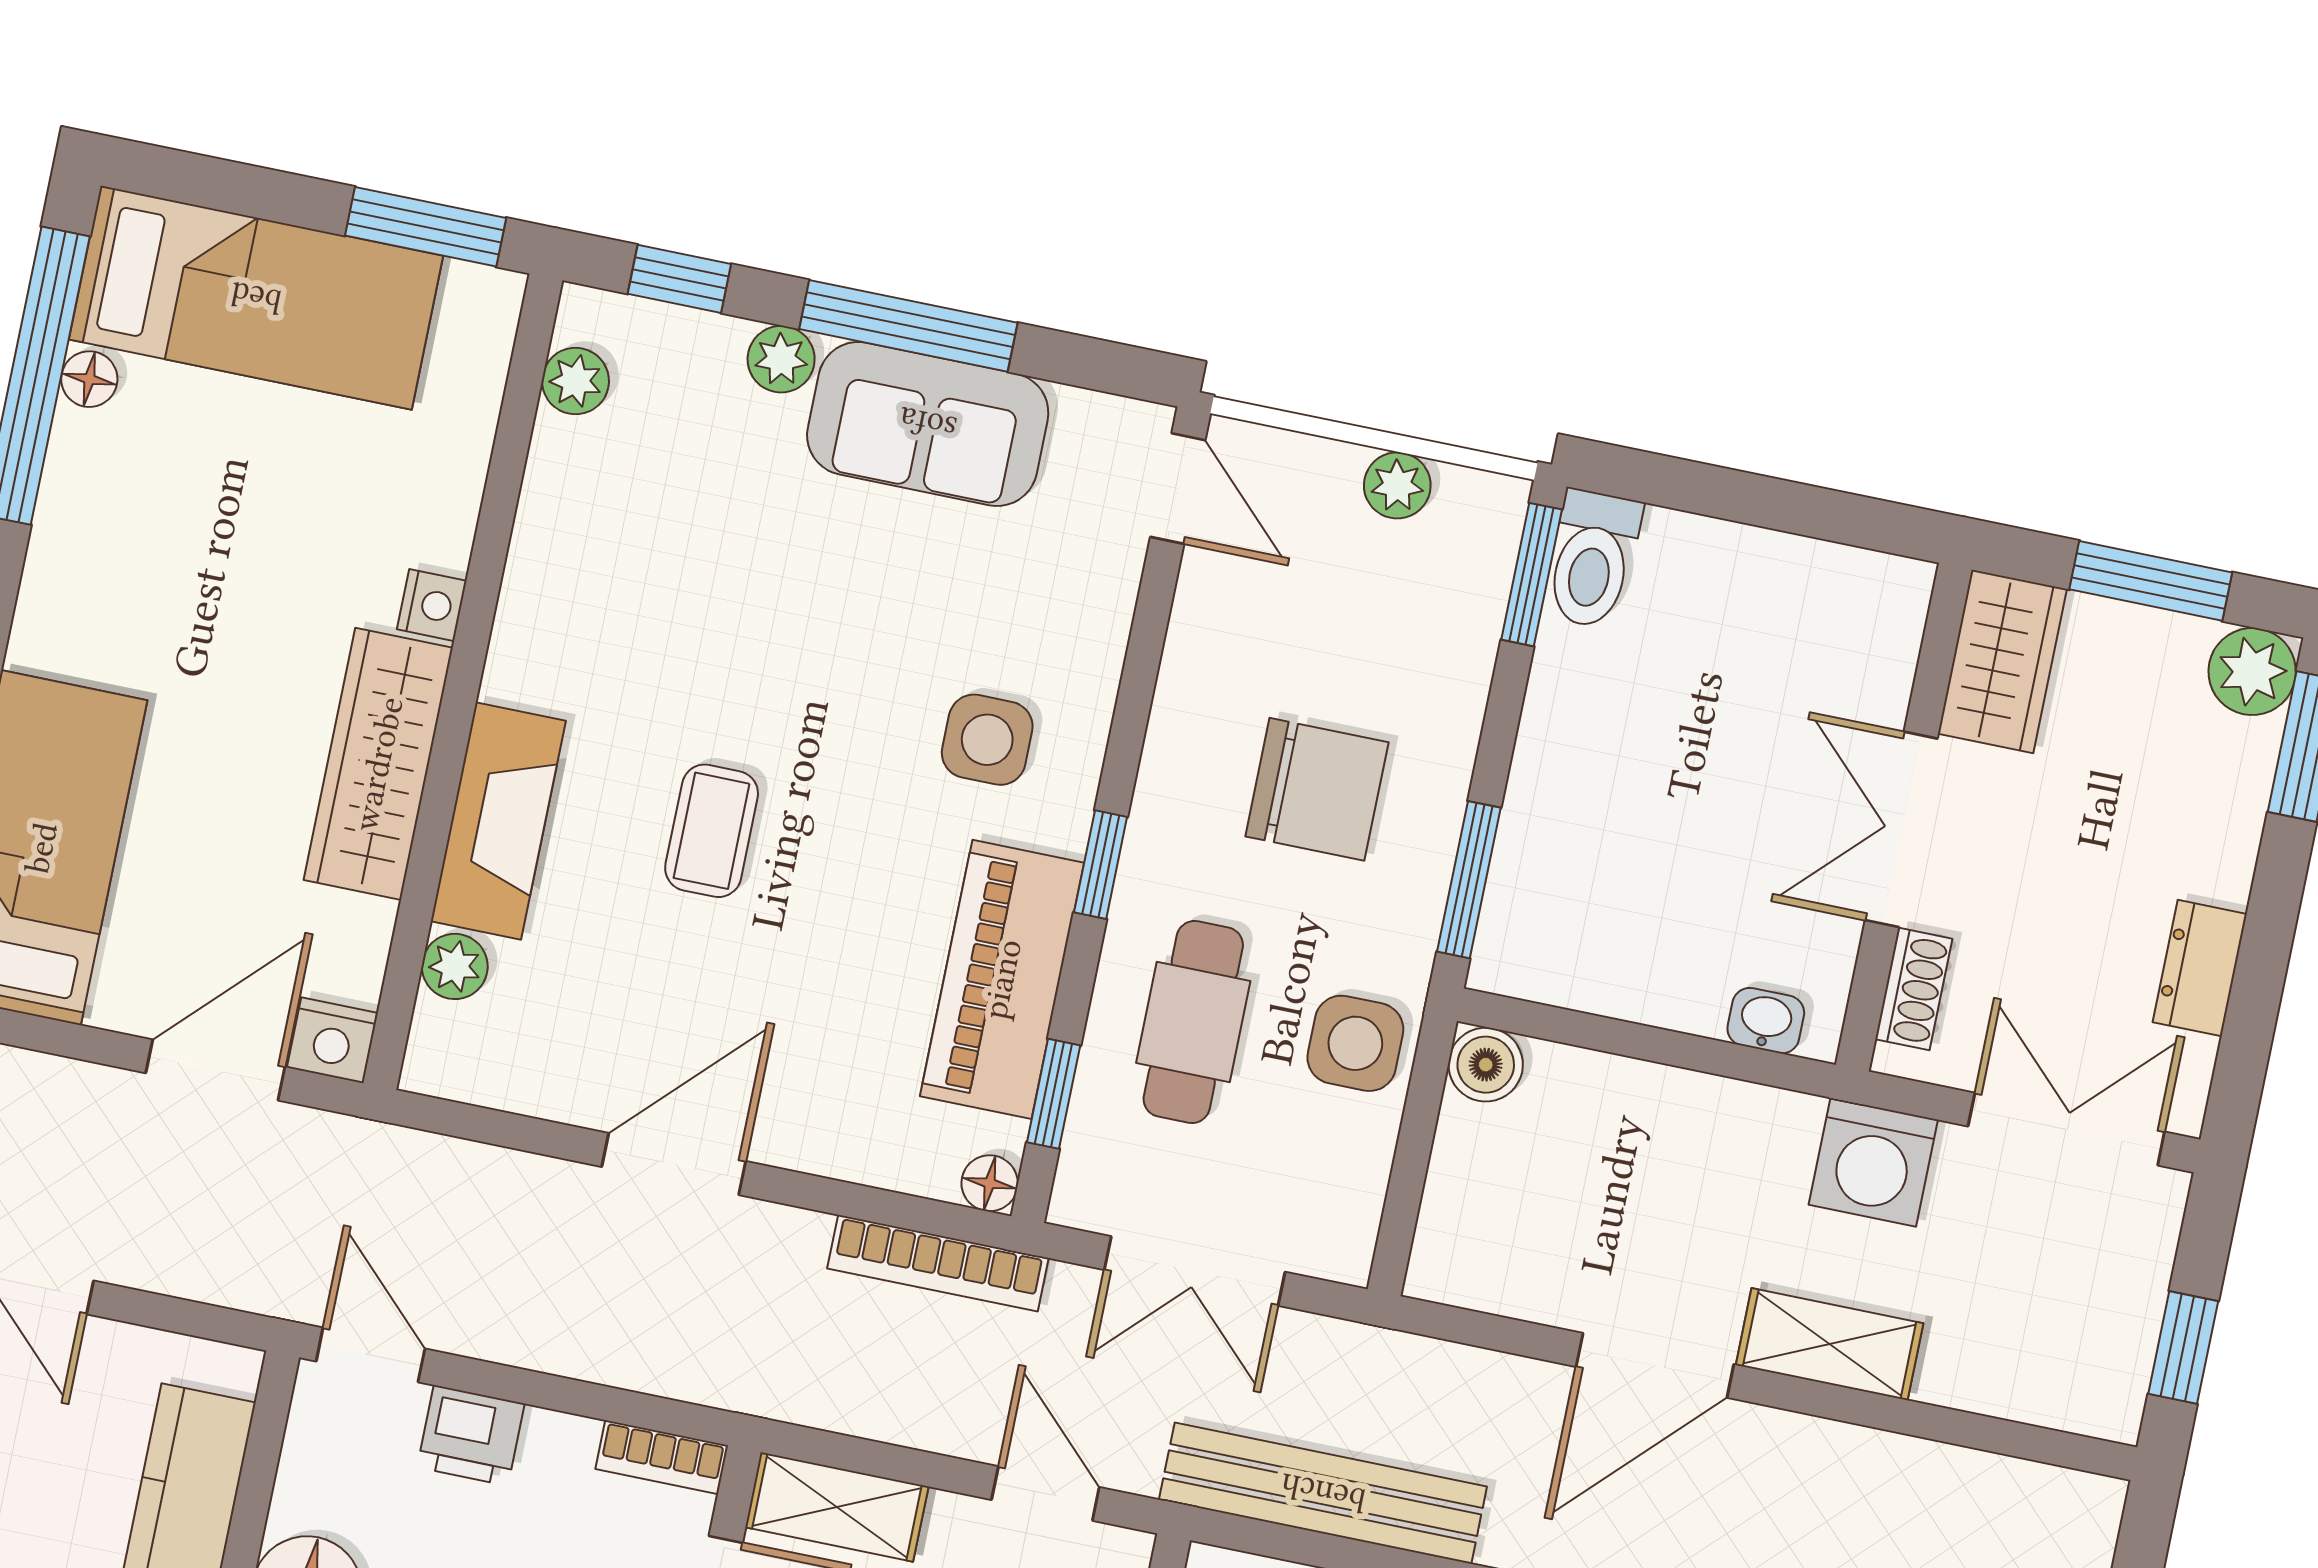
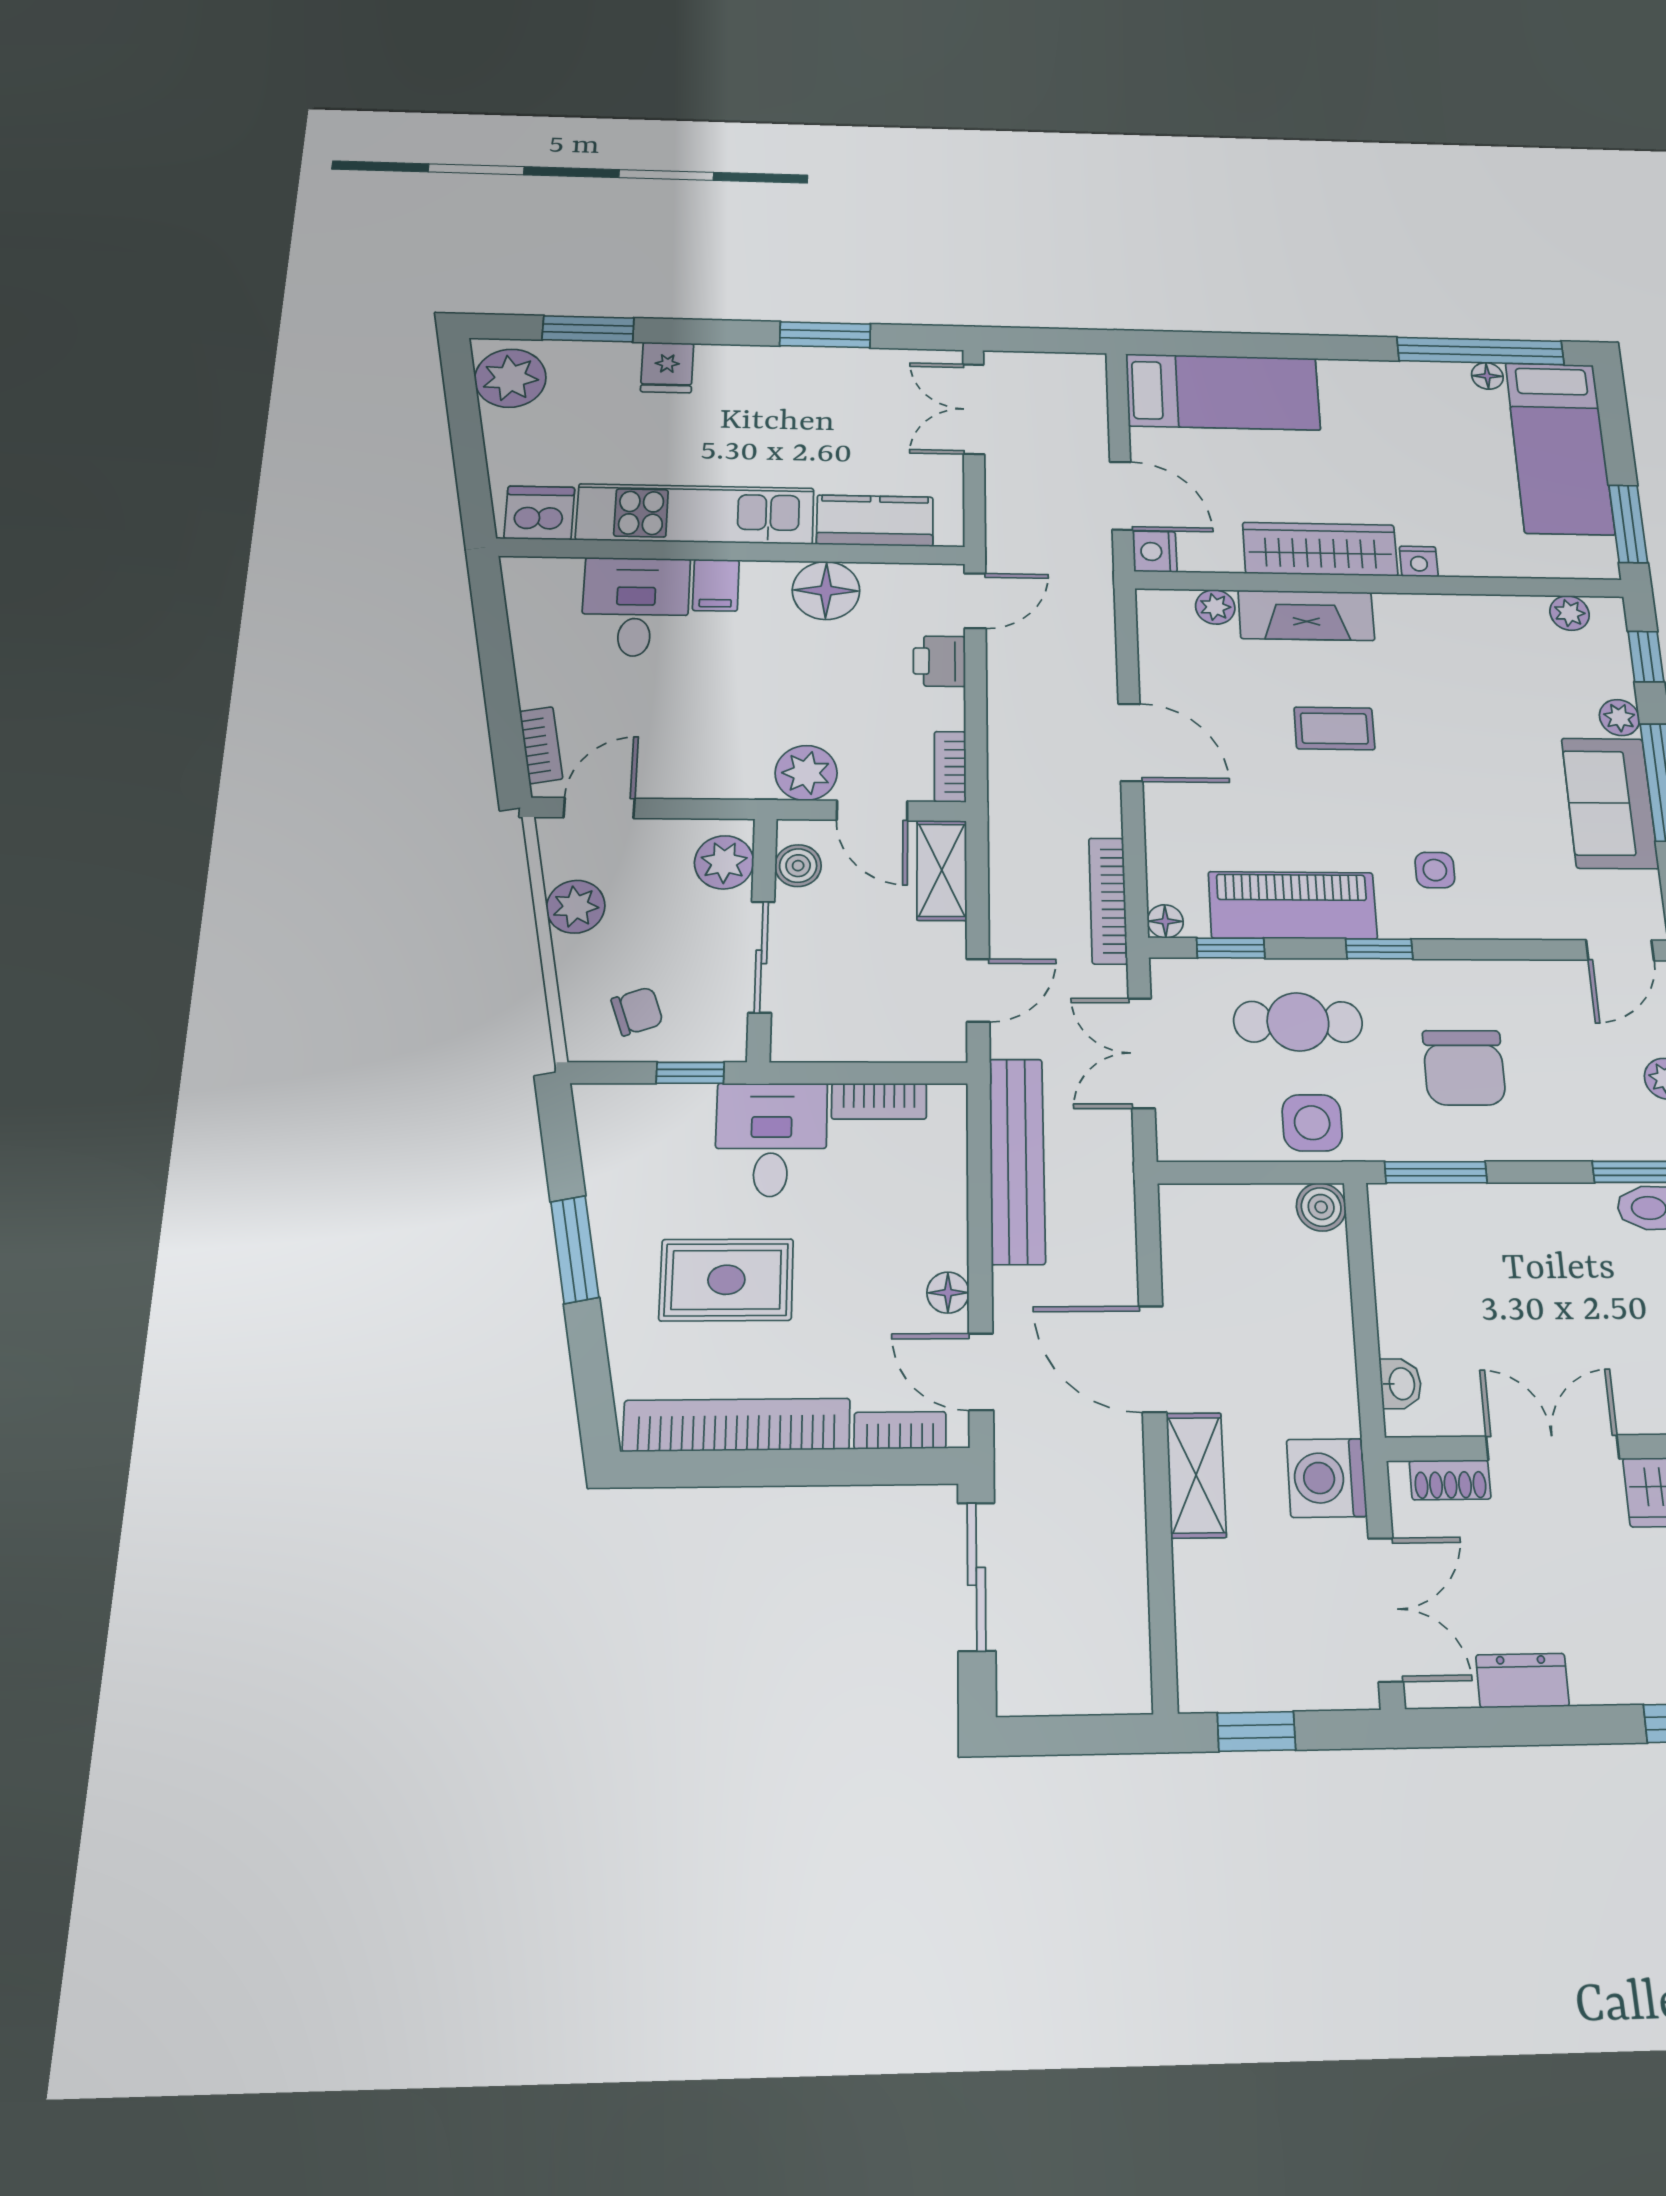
side table: (987, 740) -> (1435, 870), width x0.73, depth x0.73

